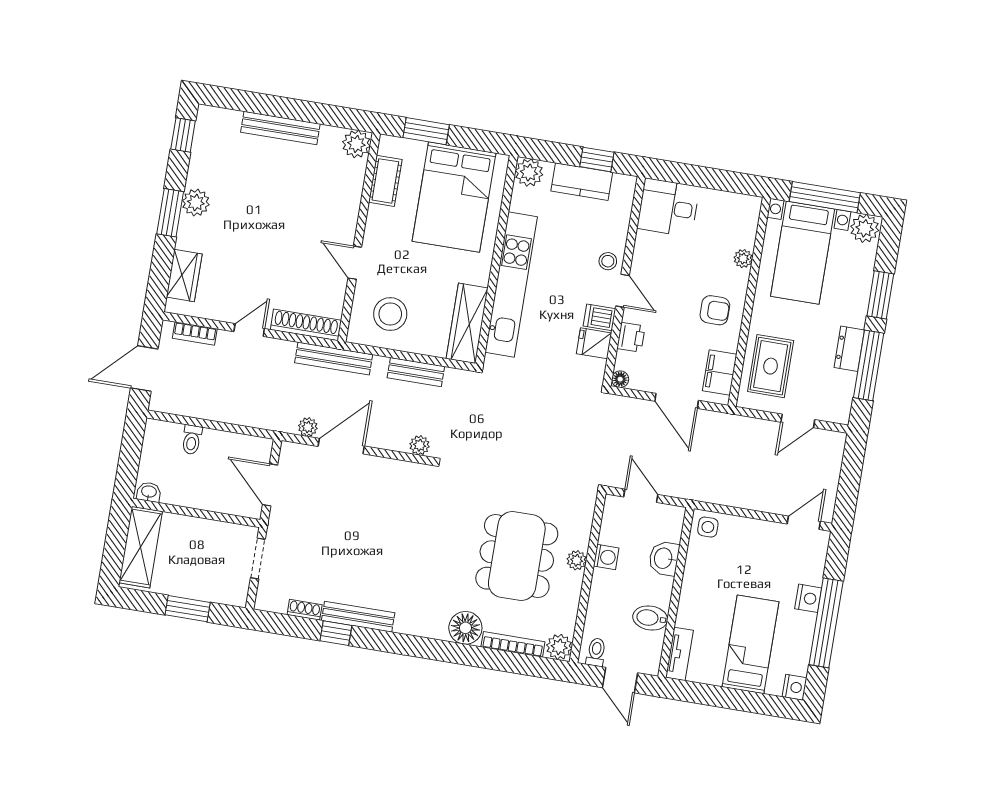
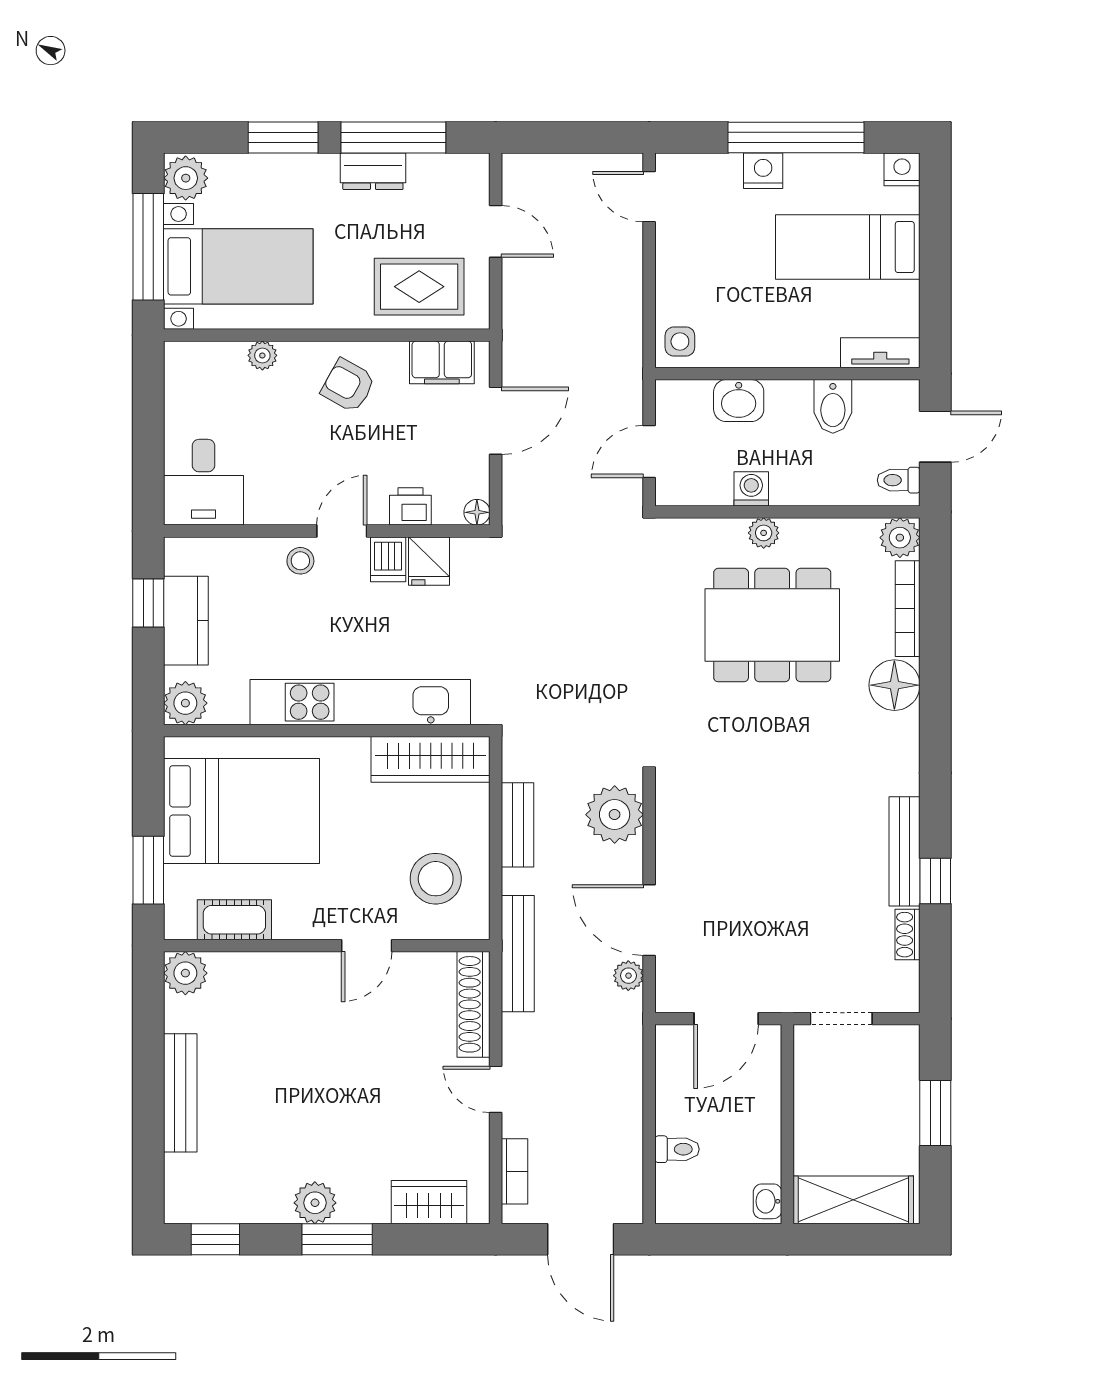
armchair: (715, 310) -> (348, 385), turned -61
plant: (420, 445) -> (615, 815), width x1.87, depth x1.87

